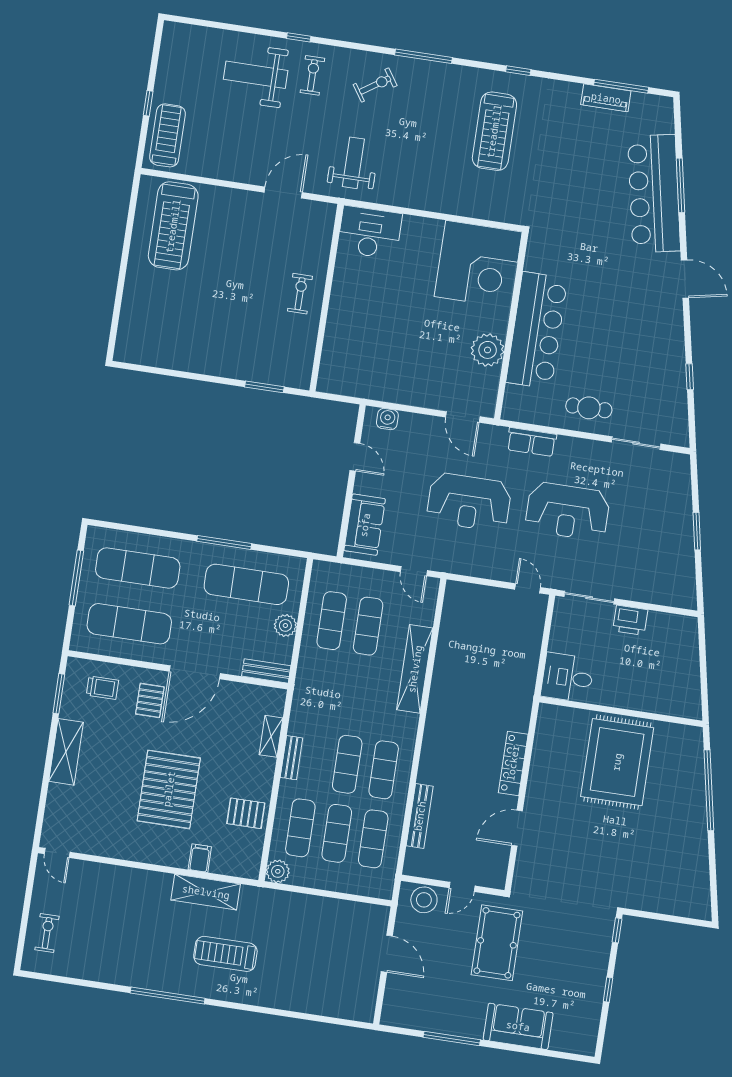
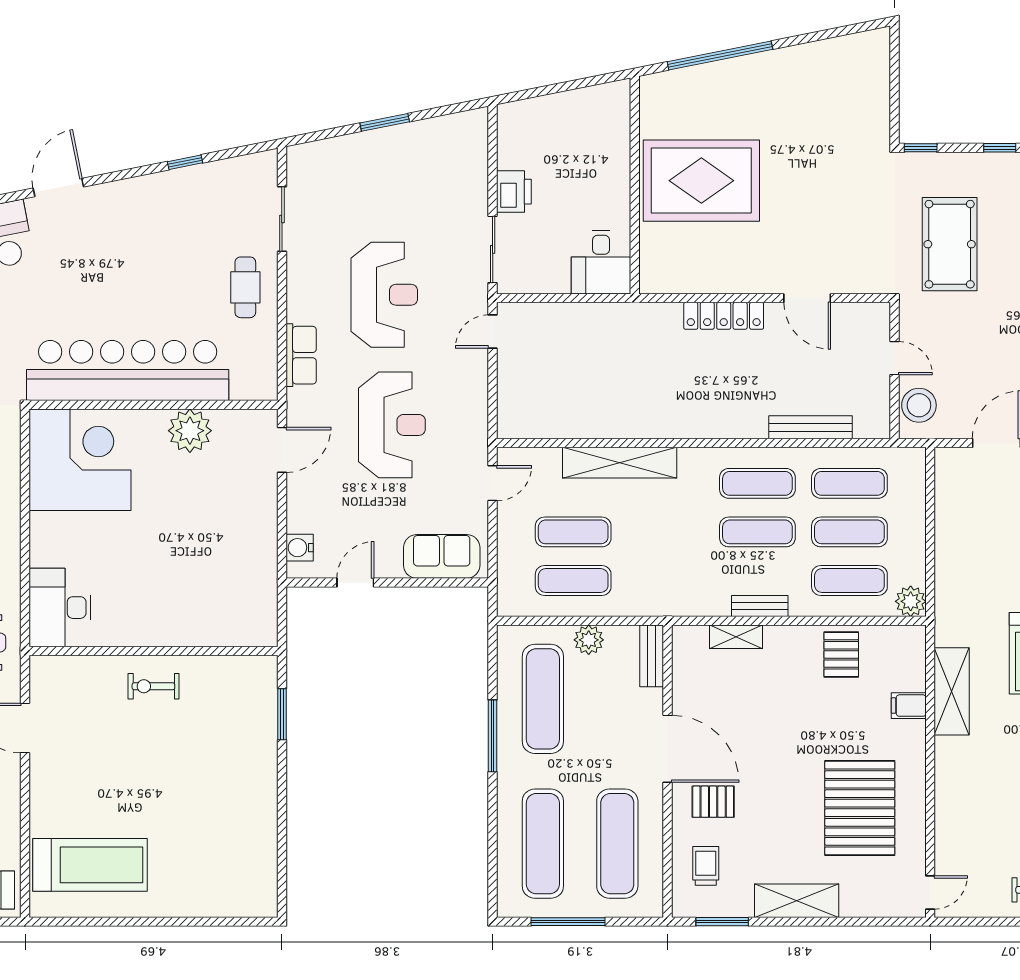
bar counter: (537, 330) -> (128, 370), width x1.36
pallet: (169, 789) -> (860, 808), moved, turned 90
pool table: (497, 943) -> (950, 244), moved, turned 90

